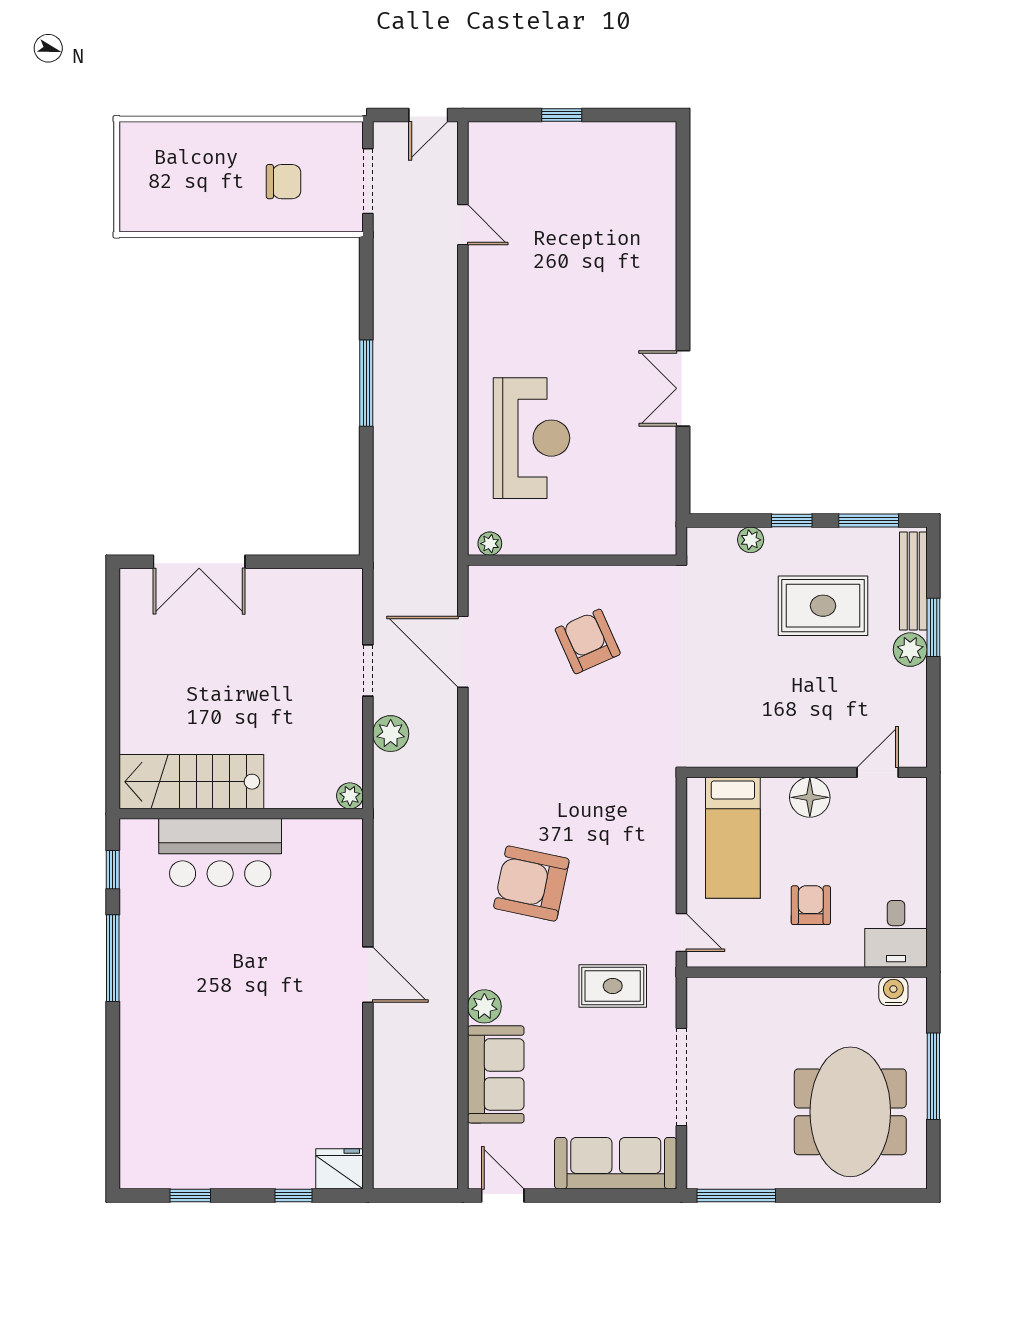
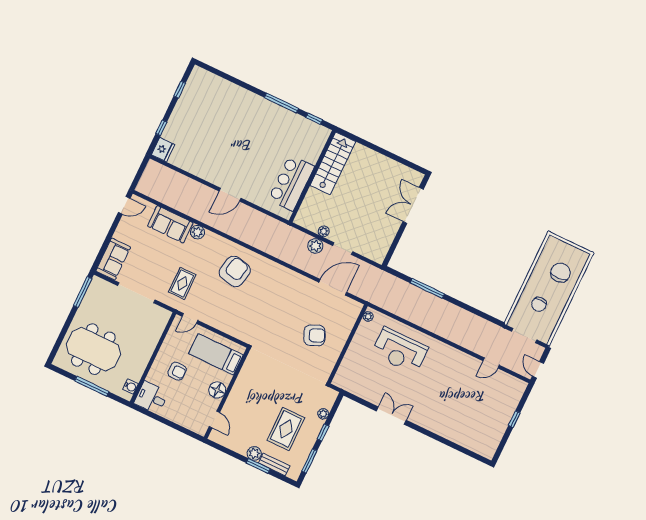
chair: (192, 168) -> (560, 273), added
window: (366, 383) -> (427, 288), moved
bench: (913, 581) -> (274, 464), width x0.73
plant: (350, 796) -> (324, 231), moved
bar counter: (220, 852) -> (291, 183), moved
sofa: (616, 1163) -> (113, 259), width x0.73

